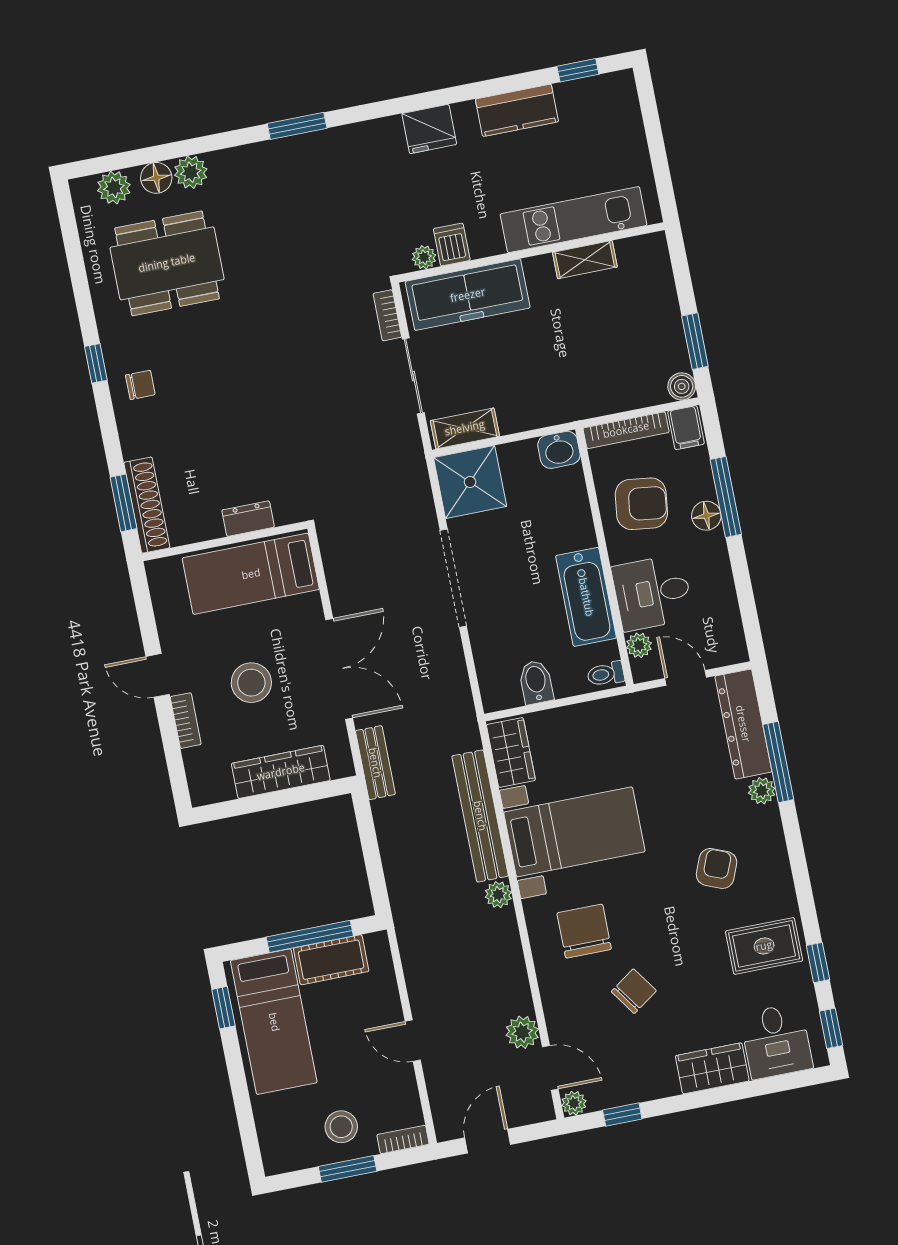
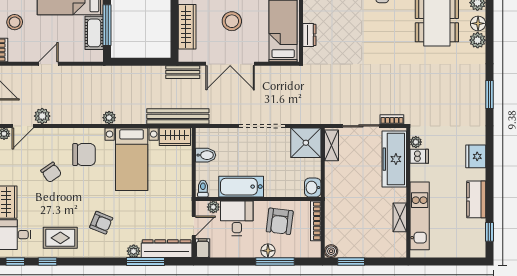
filing cabinet: (686, 428) -> (203, 248), moved, turned 90
bench: (480, 816) -> (178, 116), moved
rug: (764, 946) -> (60, 238), turned 90

